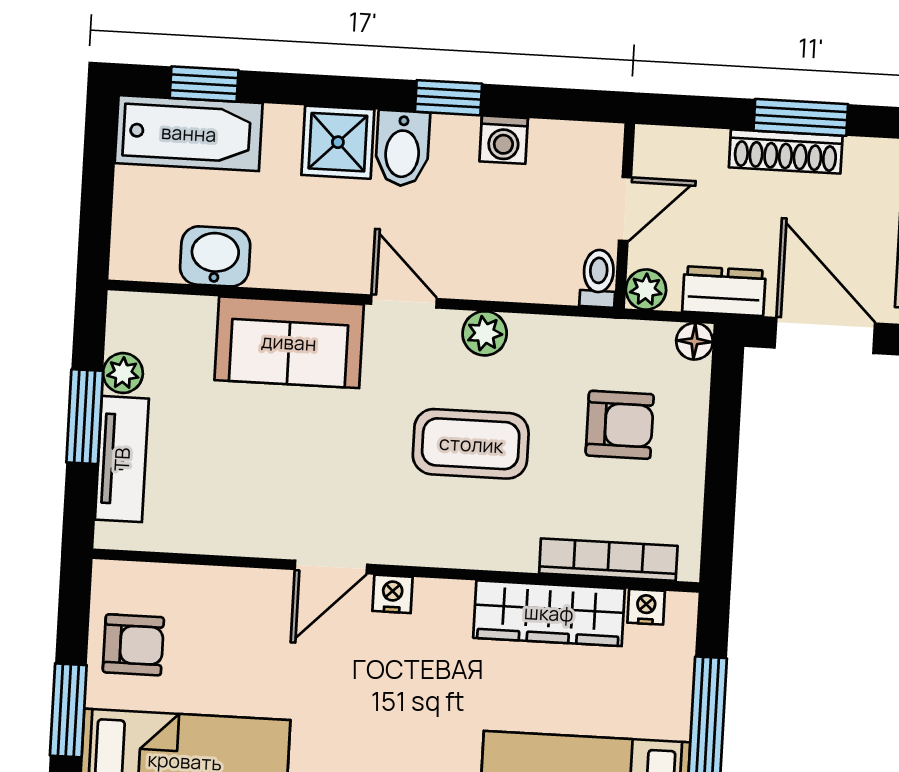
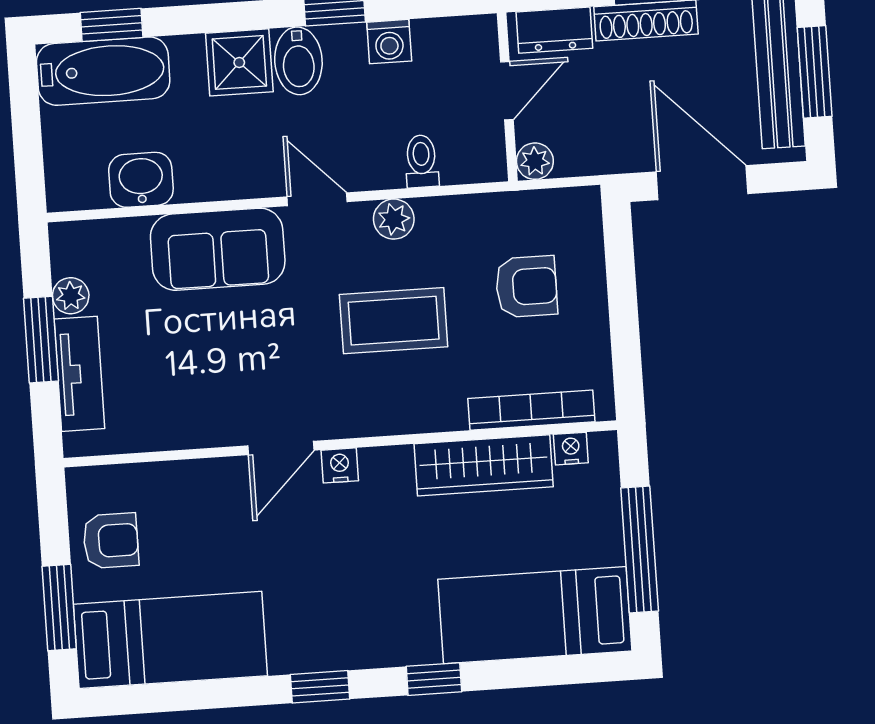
toilet: (598, 278) -> (422, 161), moved
dresser: (724, 291) -> (554, 30), moved, turned 180
floor lamp: (694, 341) -> (585, 203), removed

